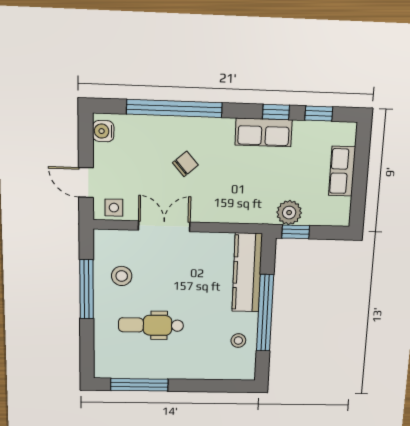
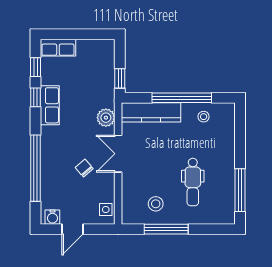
chair: (185, 164) -> (84, 168), moved
row of seats: (342, 171) -> (58, 48), moved
door: (86, 183) -> (73, 229), moved
plant: (289, 213) -> (106, 118), moved
double door: (164, 226) -> (118, 154), moved

